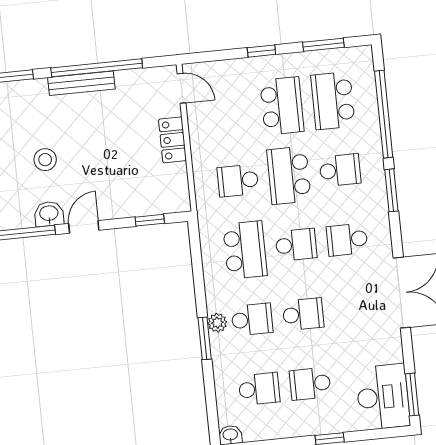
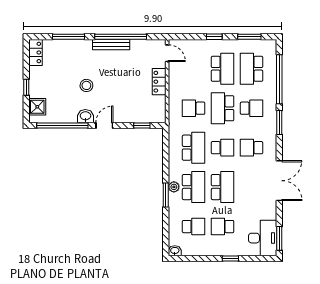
school desk: (303, 314) -> (223, 187), width x1.85
school desk: (252, 319) -> (194, 187), width x1.85

